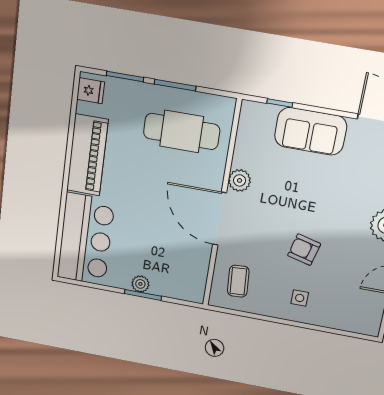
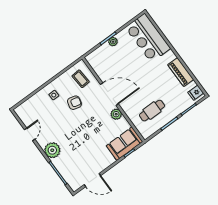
cafe table: (182, 131) -> (152, 111), width x0.73, depth x0.74
sofa: (311, 131) -> (124, 144), moved
piano: (87, 155) -> (181, 72), width x0.73, depth x0.75
armchair: (304, 250) -> (74, 103), moved

